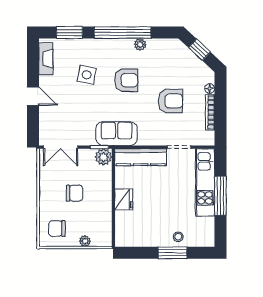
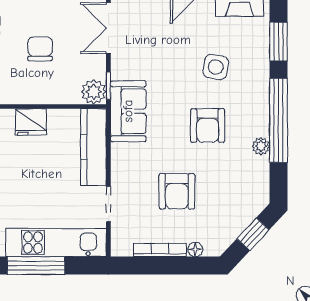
chair: (74, 193) -> (40, 49), turned 180

